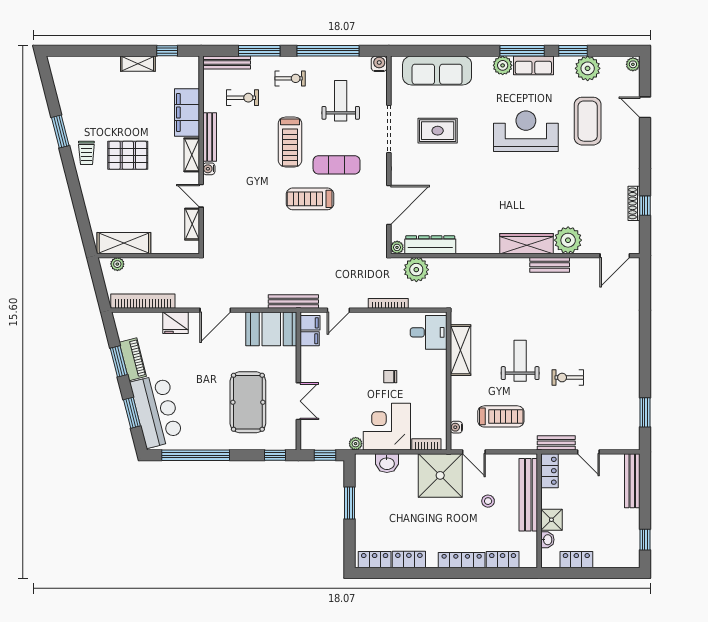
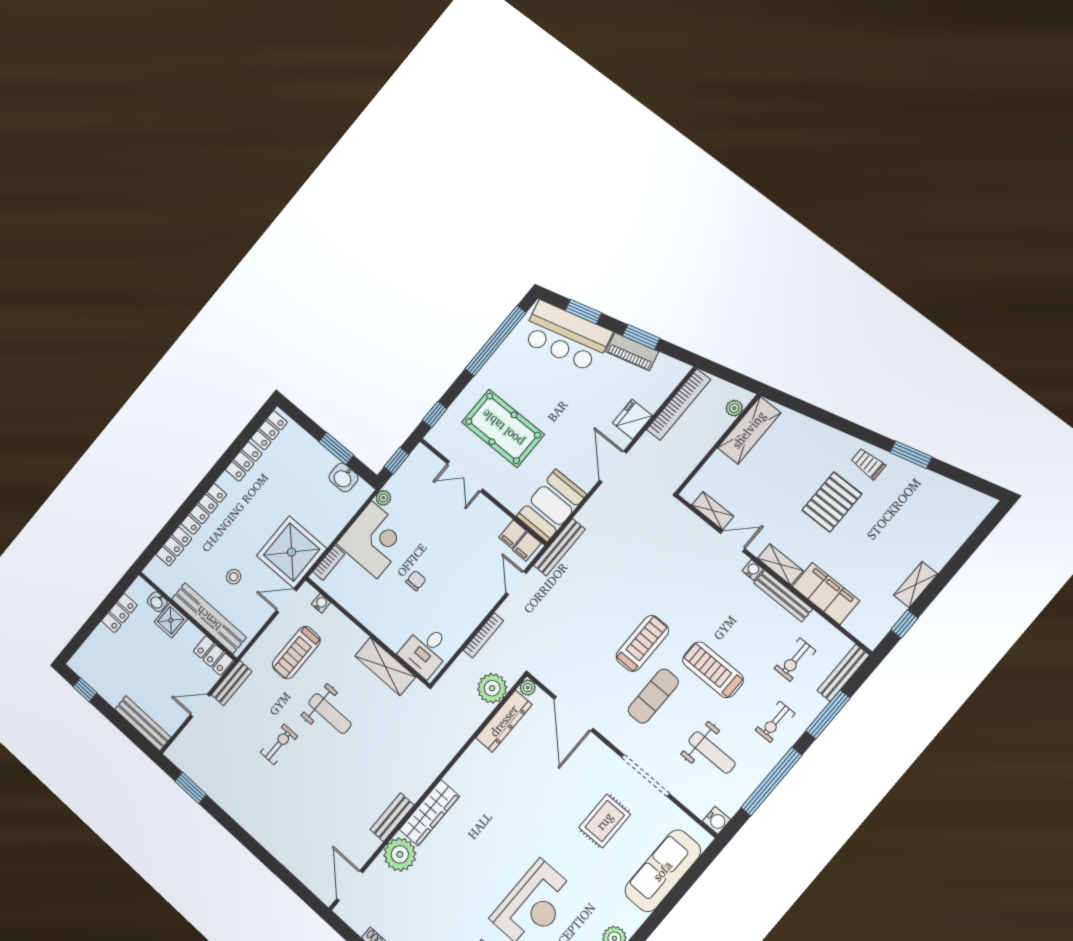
washbasin: (387, 463) -> (343, 478), moved, turned -90

